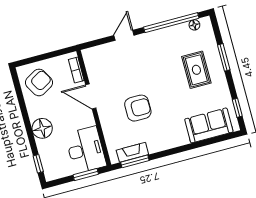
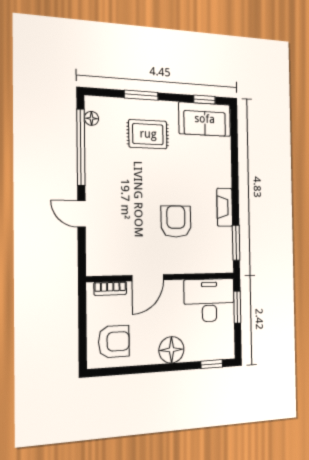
armchair: (39, 82) -> (114, 342), turned 120
sofa: (209, 125) -> (205, 119), moved, turned -90
fireplace: (132, 152) -> (225, 207), moved

